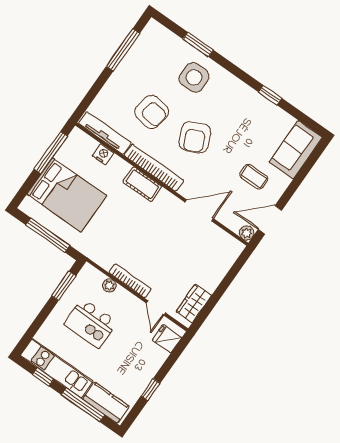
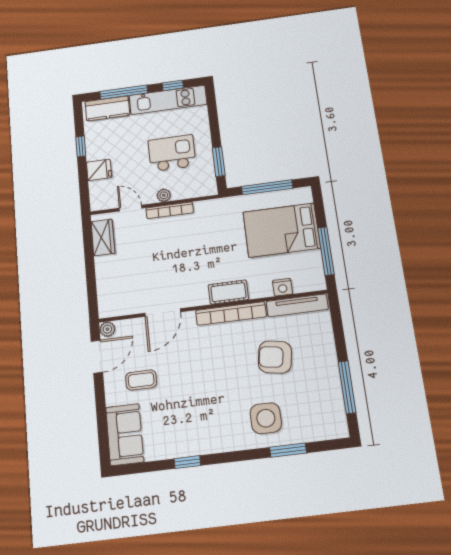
armchair: (195, 137) -> (220, 369), removed
plant: (109, 285) -> (164, 195), moved
fridge: (167, 339) -> (99, 170), moved

